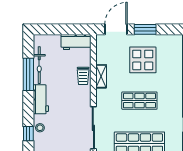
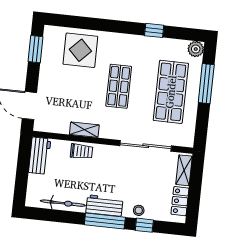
window: (145, 29) -> (35, 49), moved
display table: (143, 60) -> (80, 50), moved
window: (28, 74) -> (105, 221), moved

